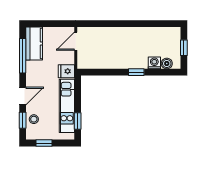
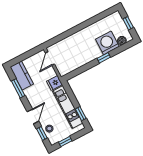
window: (23, 56) -> (18, 88), width x0.69
washing machine: (154, 63) -> (107, 43), width x1.89, depth x1.89

